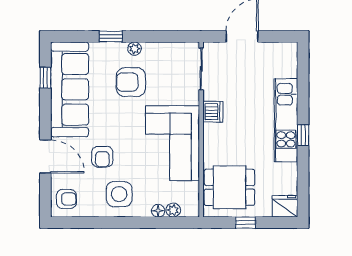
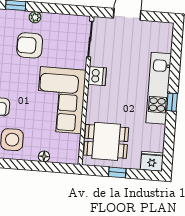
plant: (173, 210) -> (57, 157), removed

